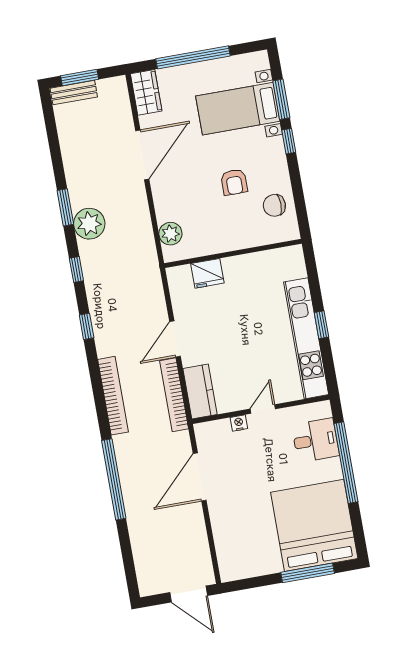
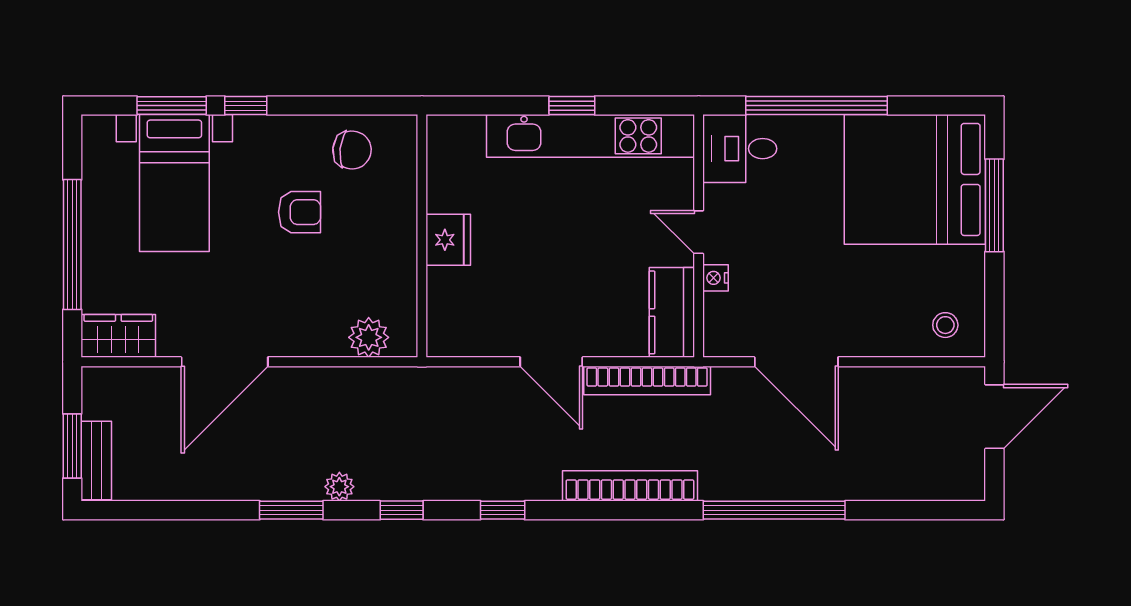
door: (142, 155) -> (225, 362), swing flipped
chair: (274, 205) -> (352, 150), turned -84
plant: (89, 224) -> (339, 487), width x0.53, depth x0.53
fridge: (207, 273) -> (448, 240), moved
kitchen counter: (200, 391) -> (672, 312), moved, turned -90
desk: (315, 440) -> (740, 149), moved, turned -90
stool: (235, 557) -> (945, 325), added

